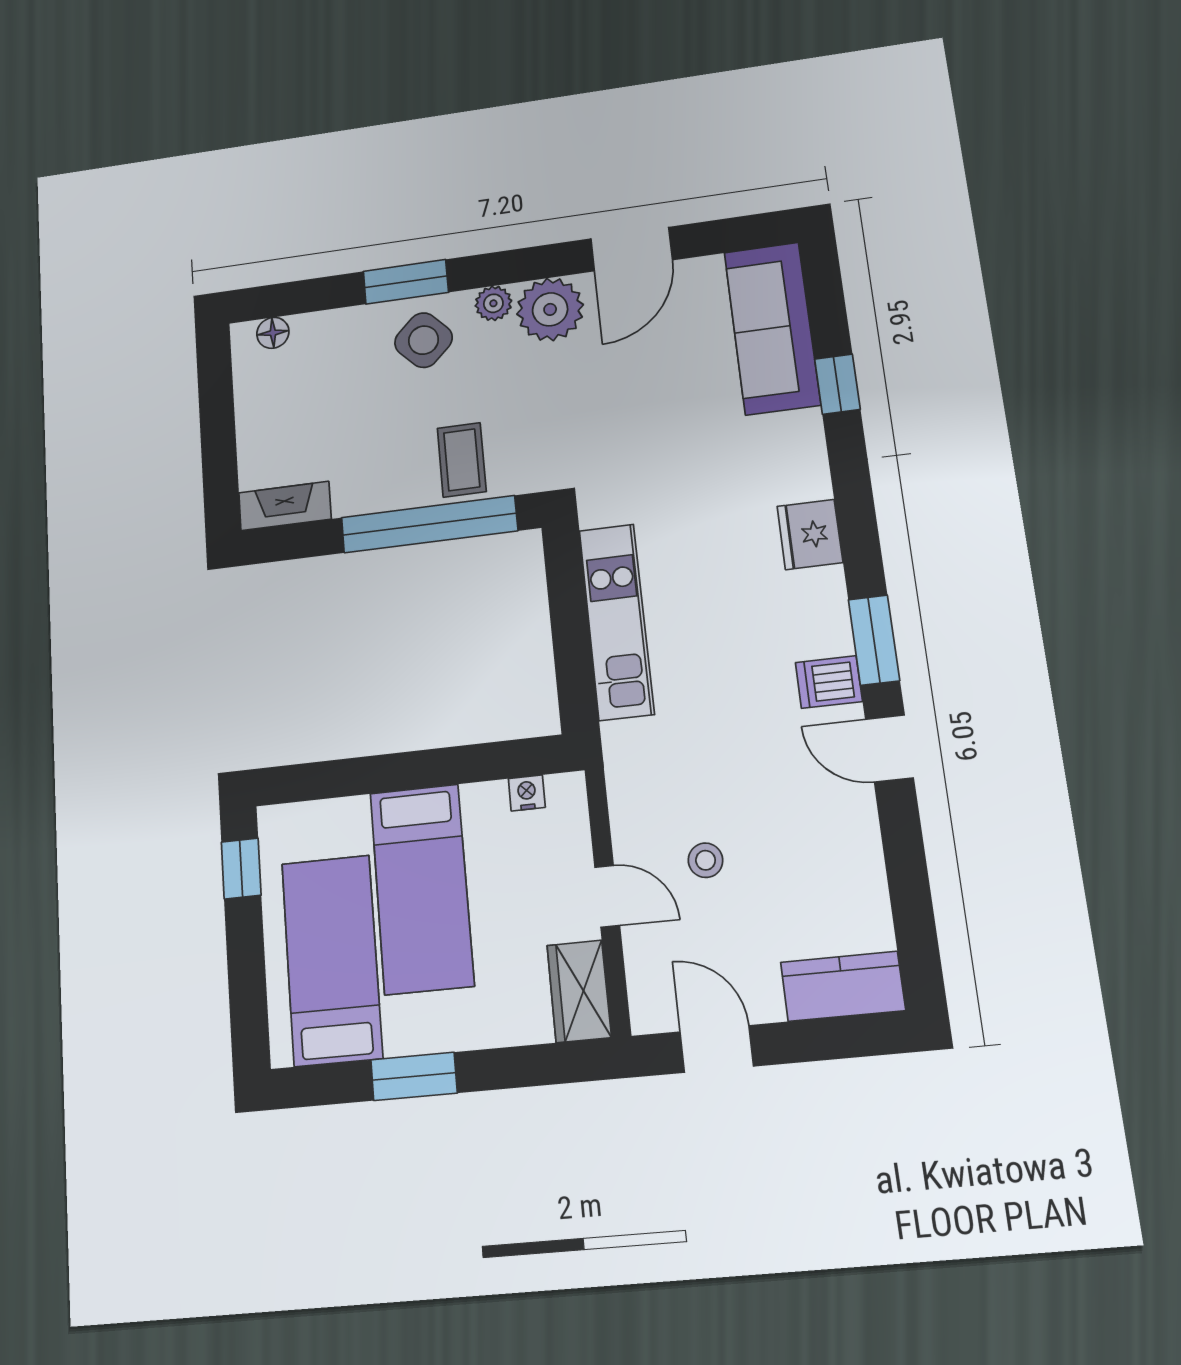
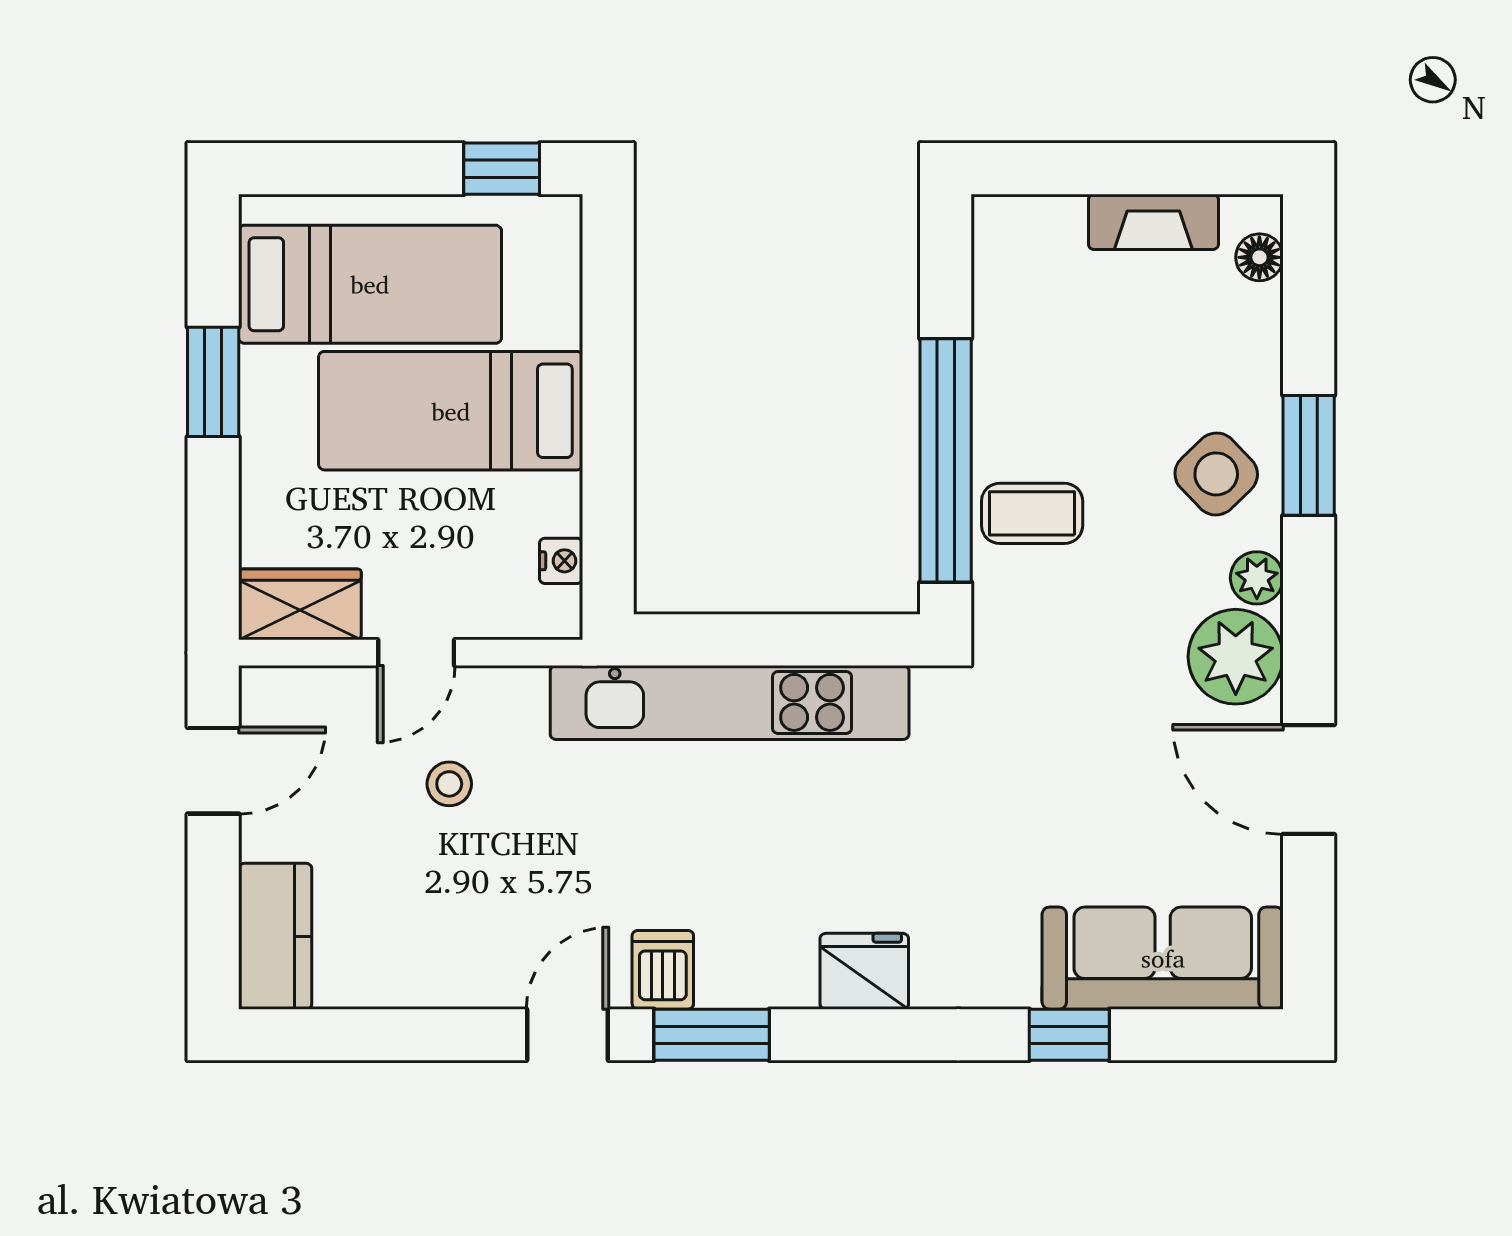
fireplace: (285, 506) -> (1153, 222), moved, turned 90
kitchen unit: (616, 621) -> (730, 702), width x1.36

